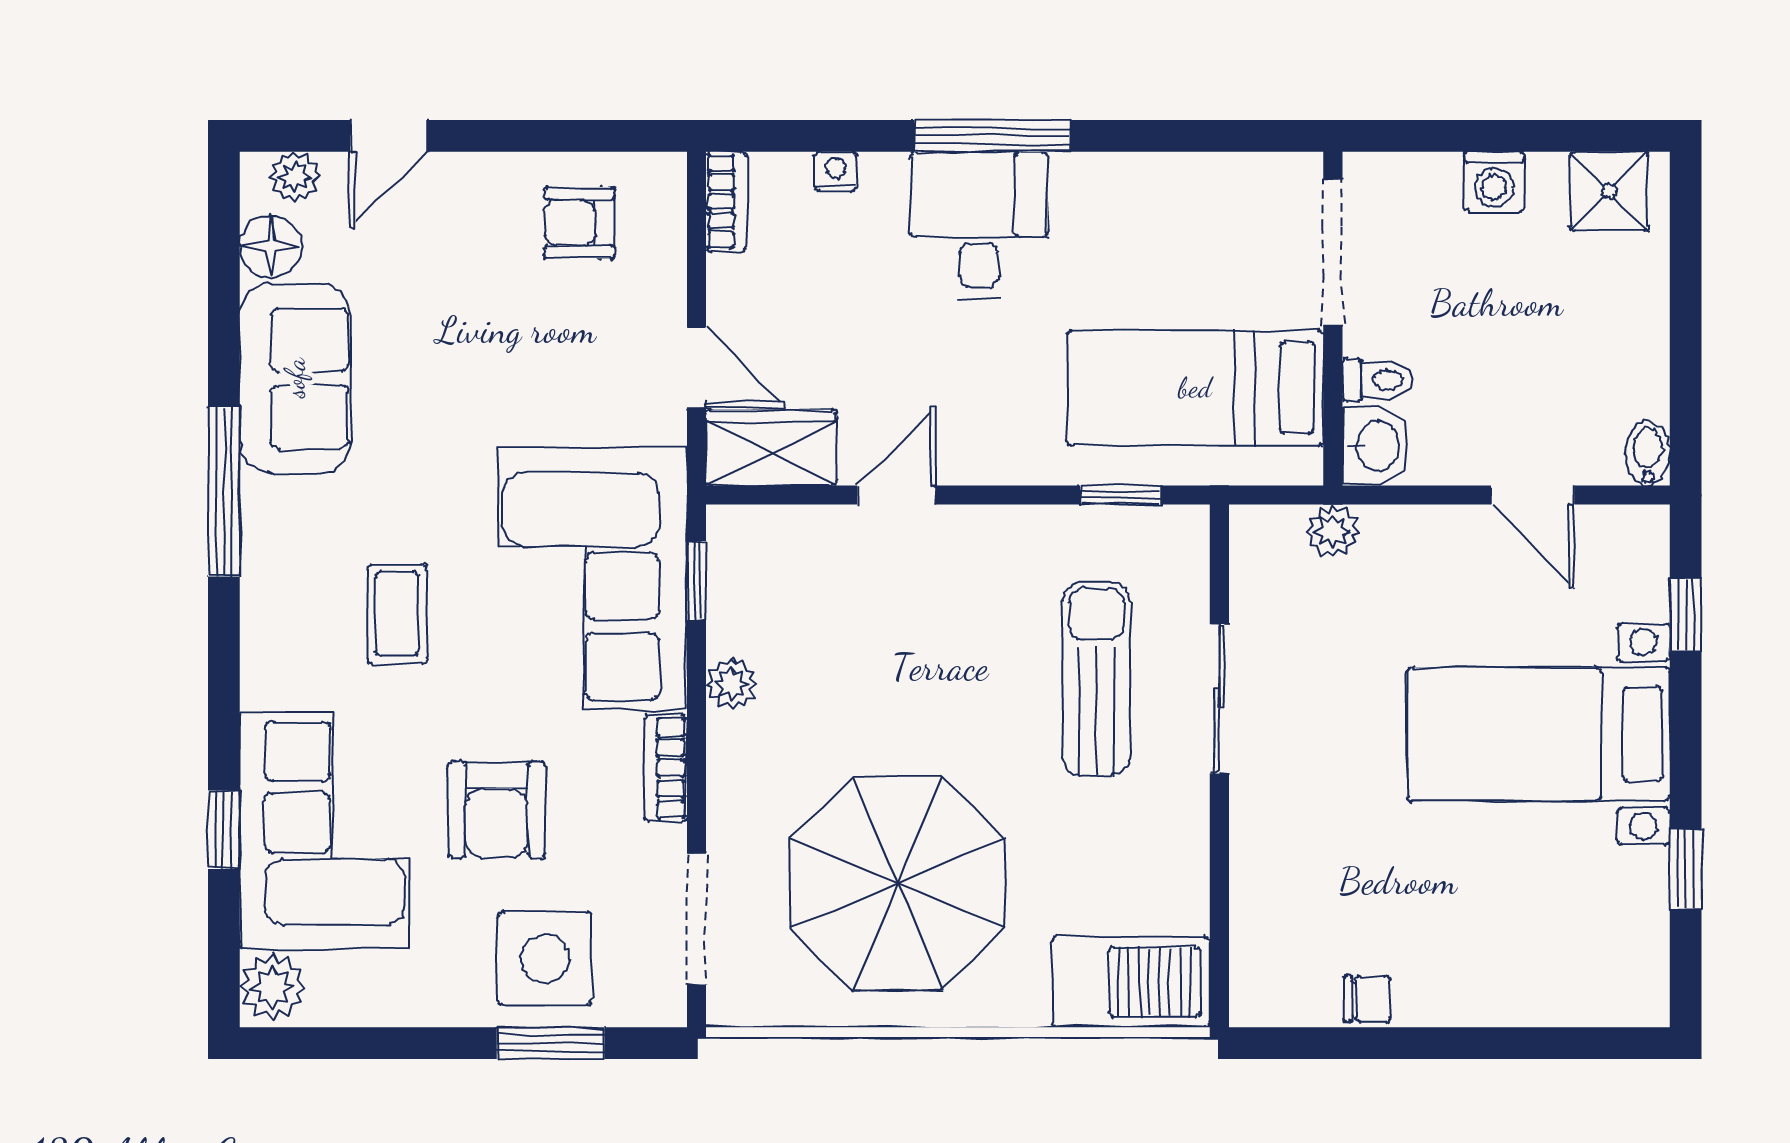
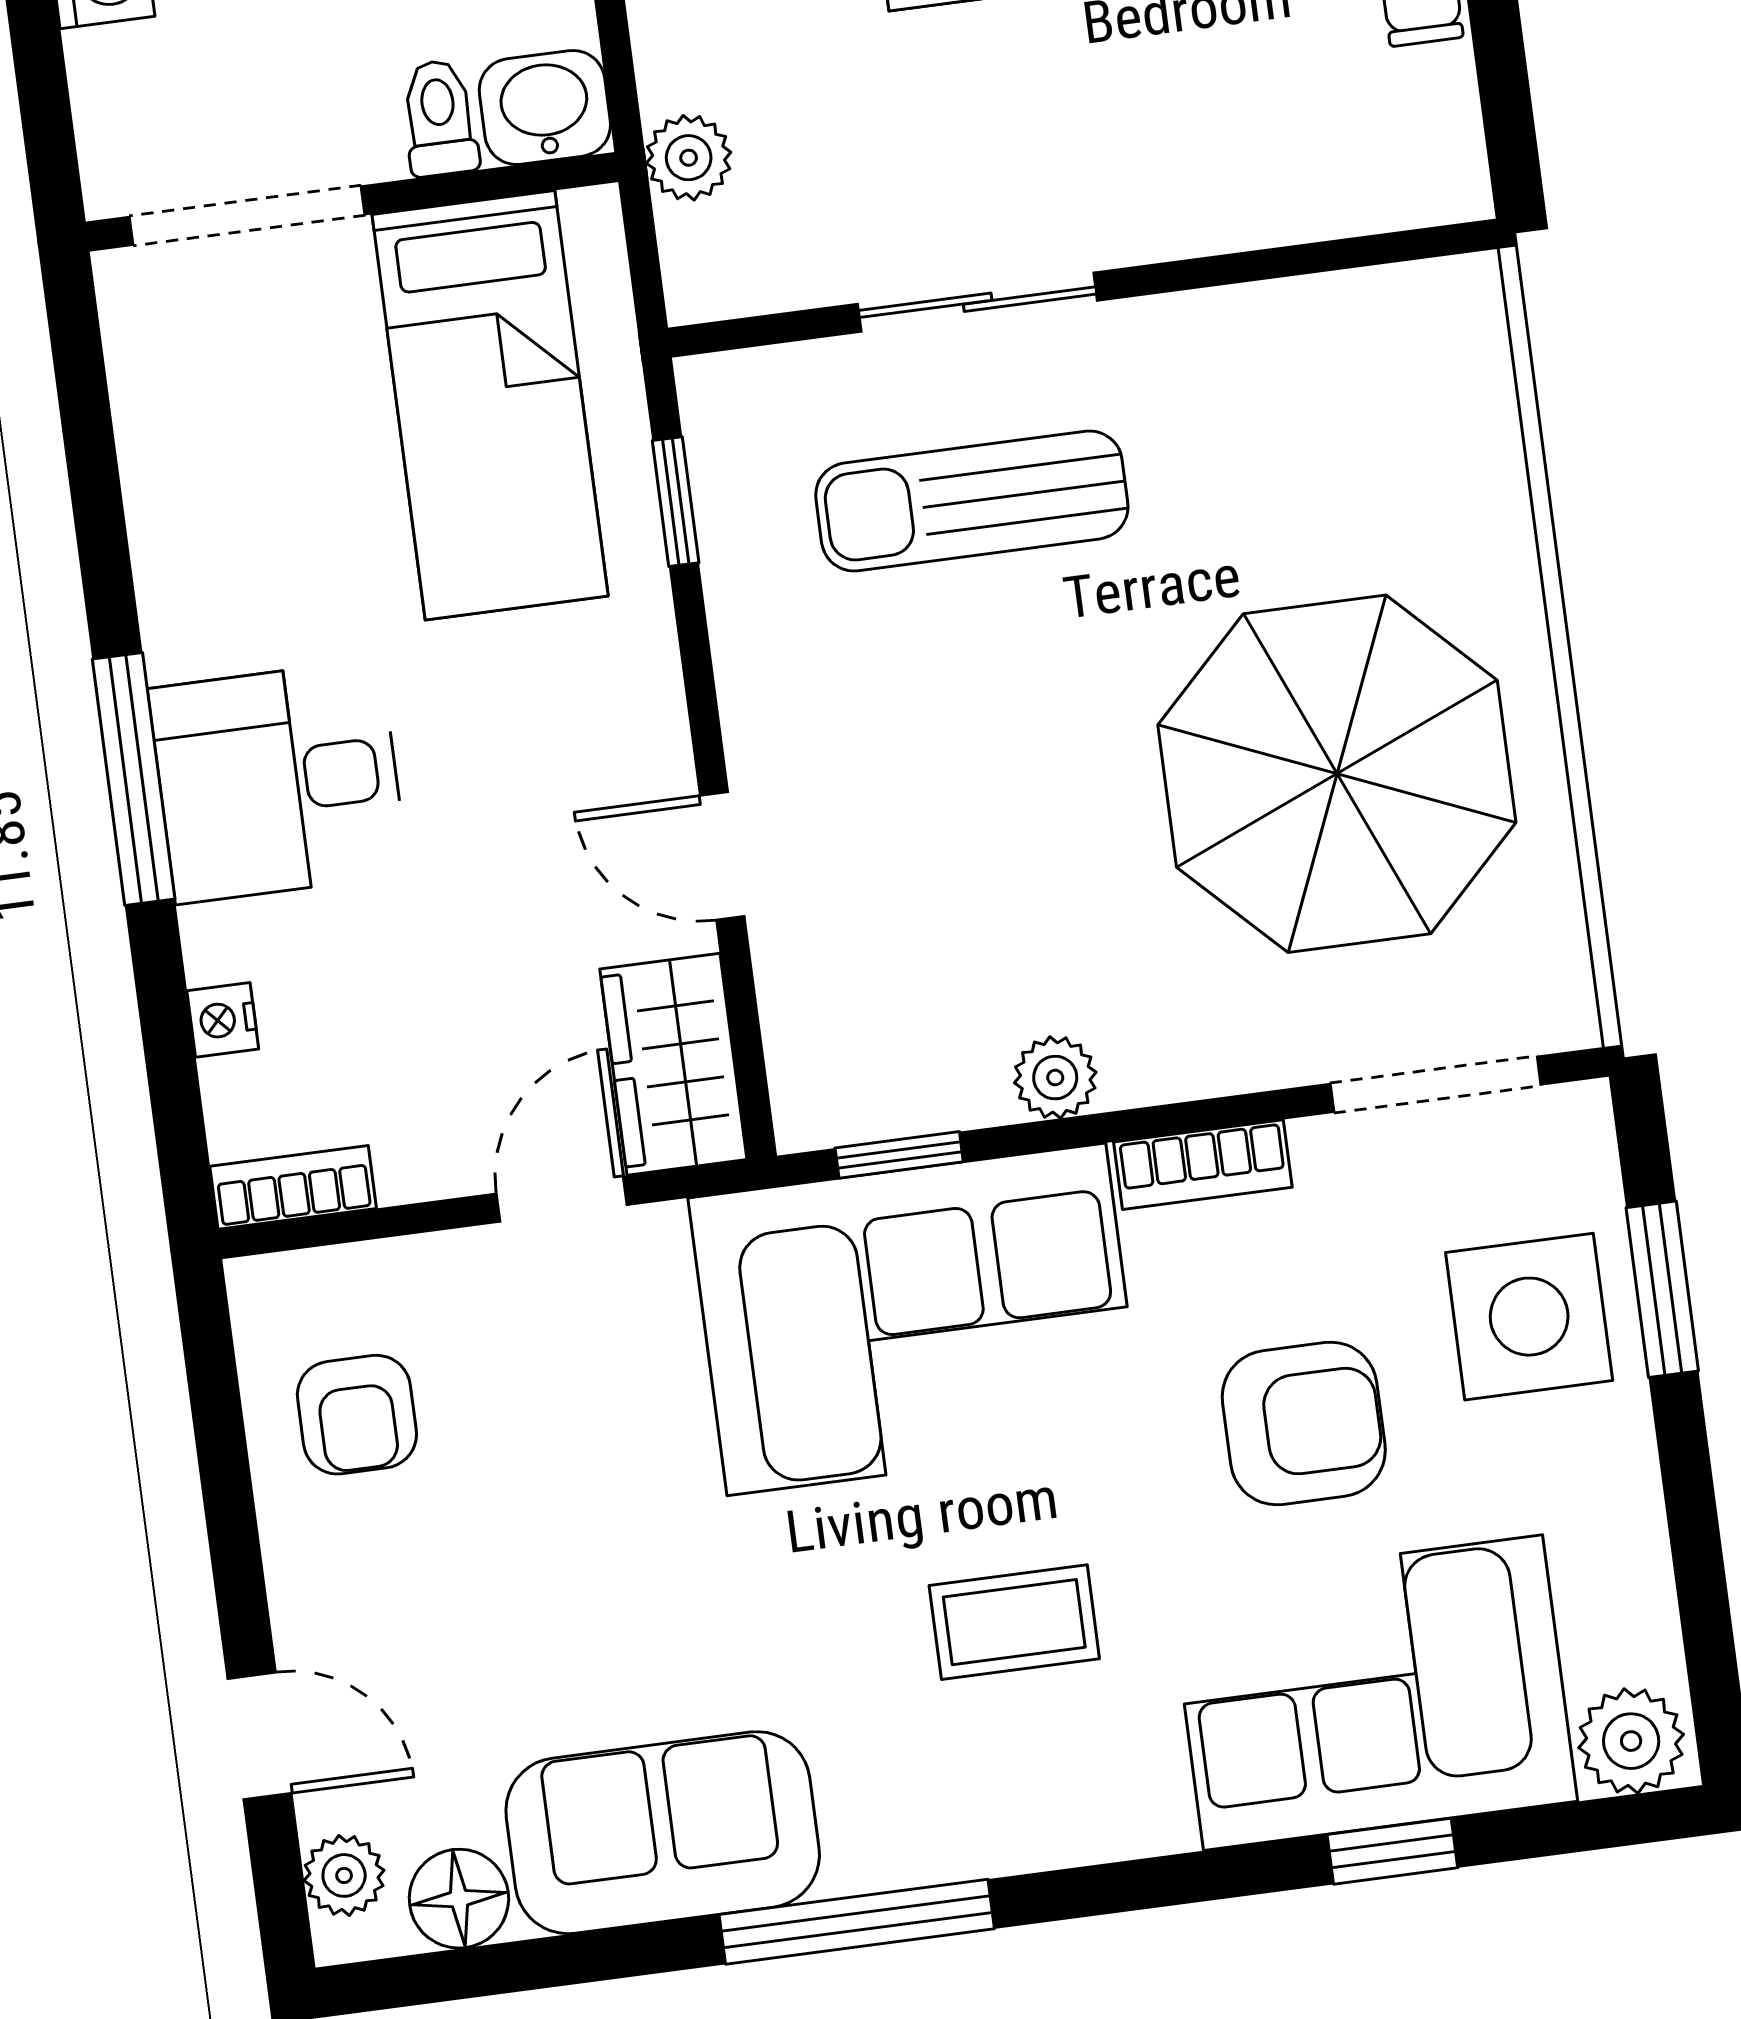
barbecue: (1131, 982) -> (1444, 383), removed

